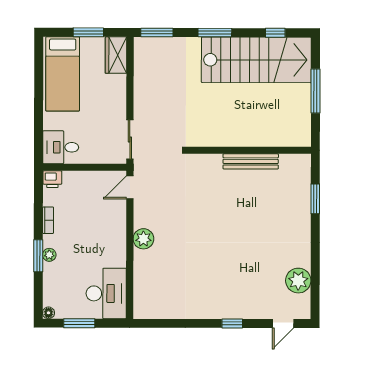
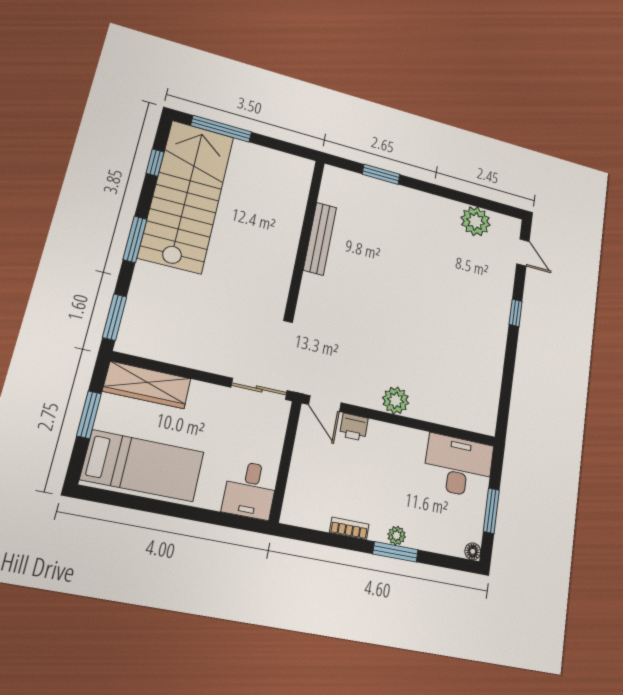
wardrobe: (116, 55) -> (147, 385), width x1.50
window: (315, 91) -> (221, 129), moved
printer: (52, 179) -> (354, 427), moved, turned 90

